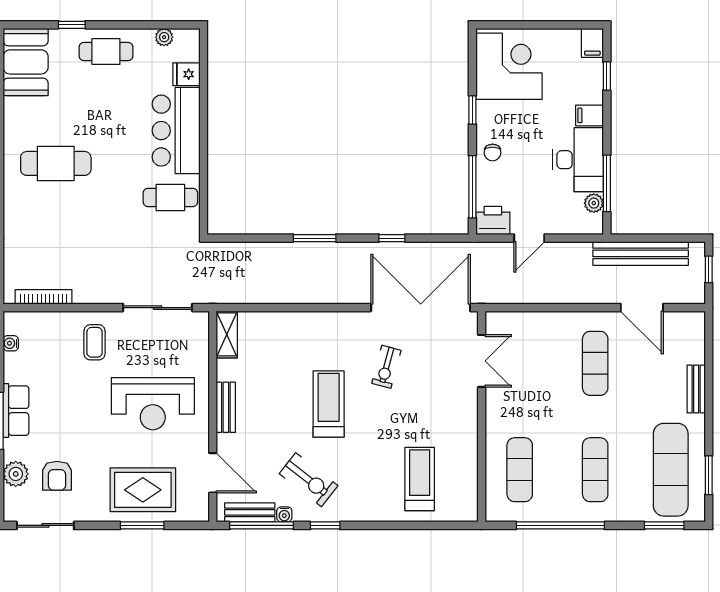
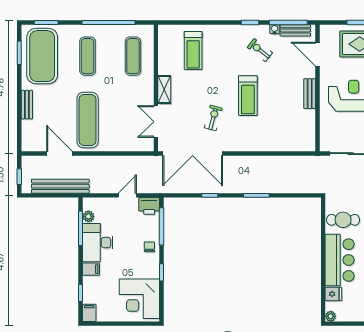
plant: (164, 37) -> (331, 316), moved
shelving: (227, 334) -> (164, 90), moved
exercise mat: (595, 363) -> (88, 120), width x1.36, depth x1.45
exercise mat: (671, 470) -> (42, 56), width x1.47
exercise bike: (309, 480) -> (260, 50), width x0.73, depth x0.72

